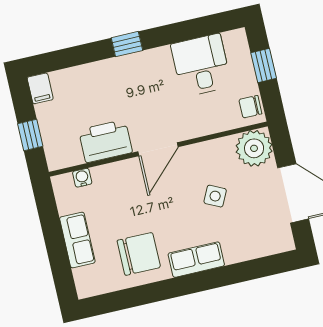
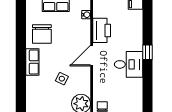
desk: (201, 65) -> (129, 64), moved
door: (158, 149) -> (92, 56), hinge flipped

